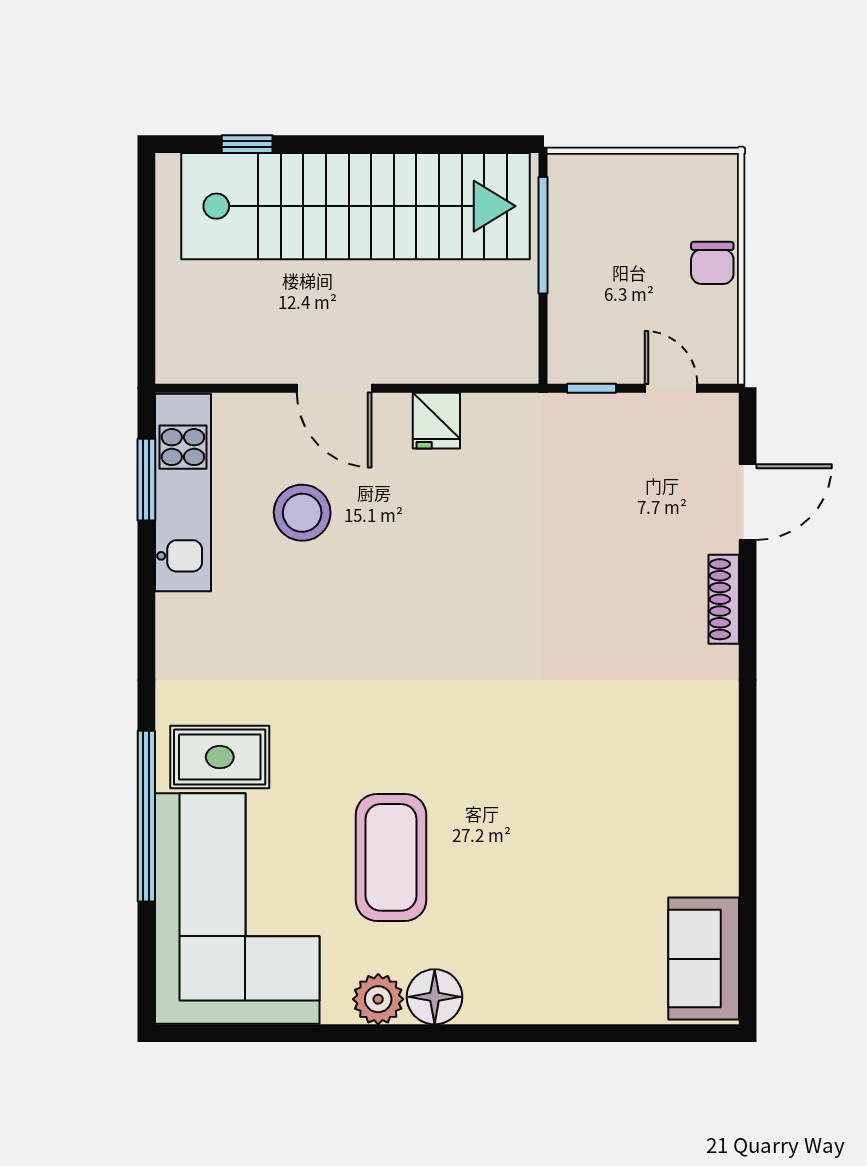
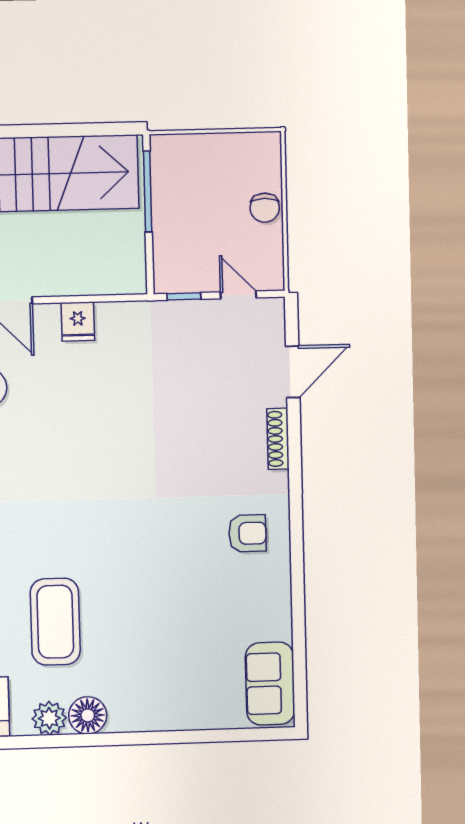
armchair: (676, 736) -> (247, 533), added

